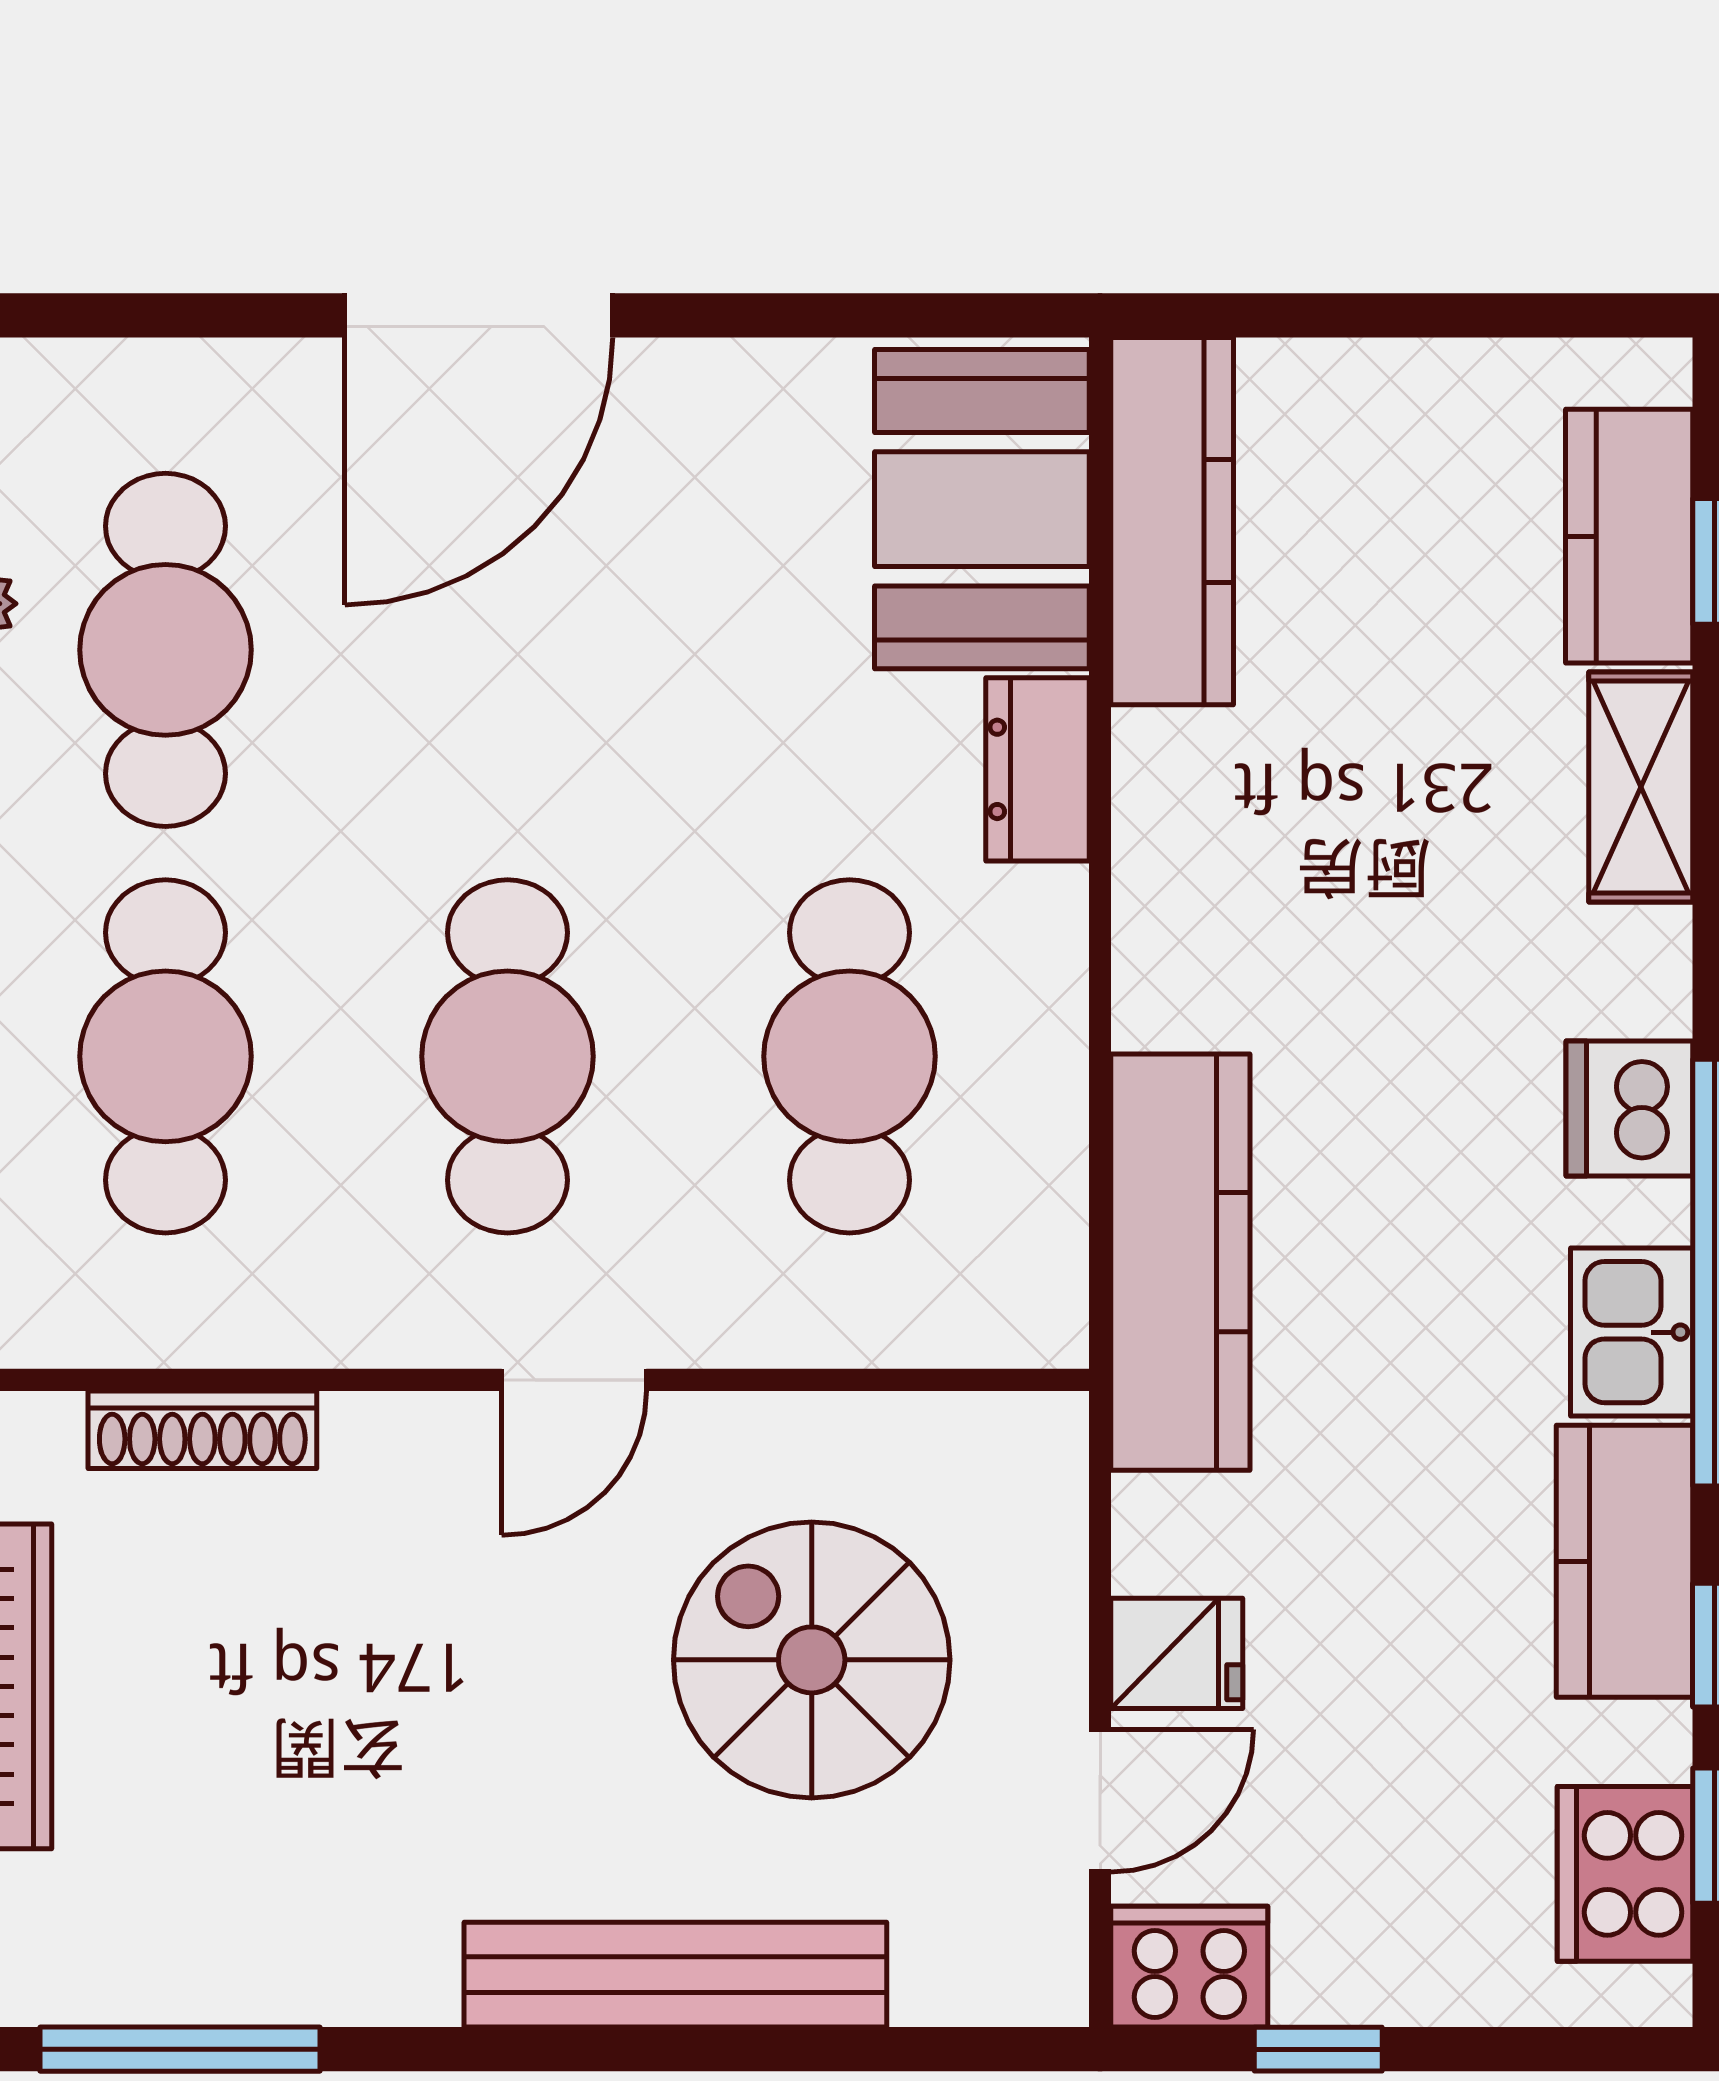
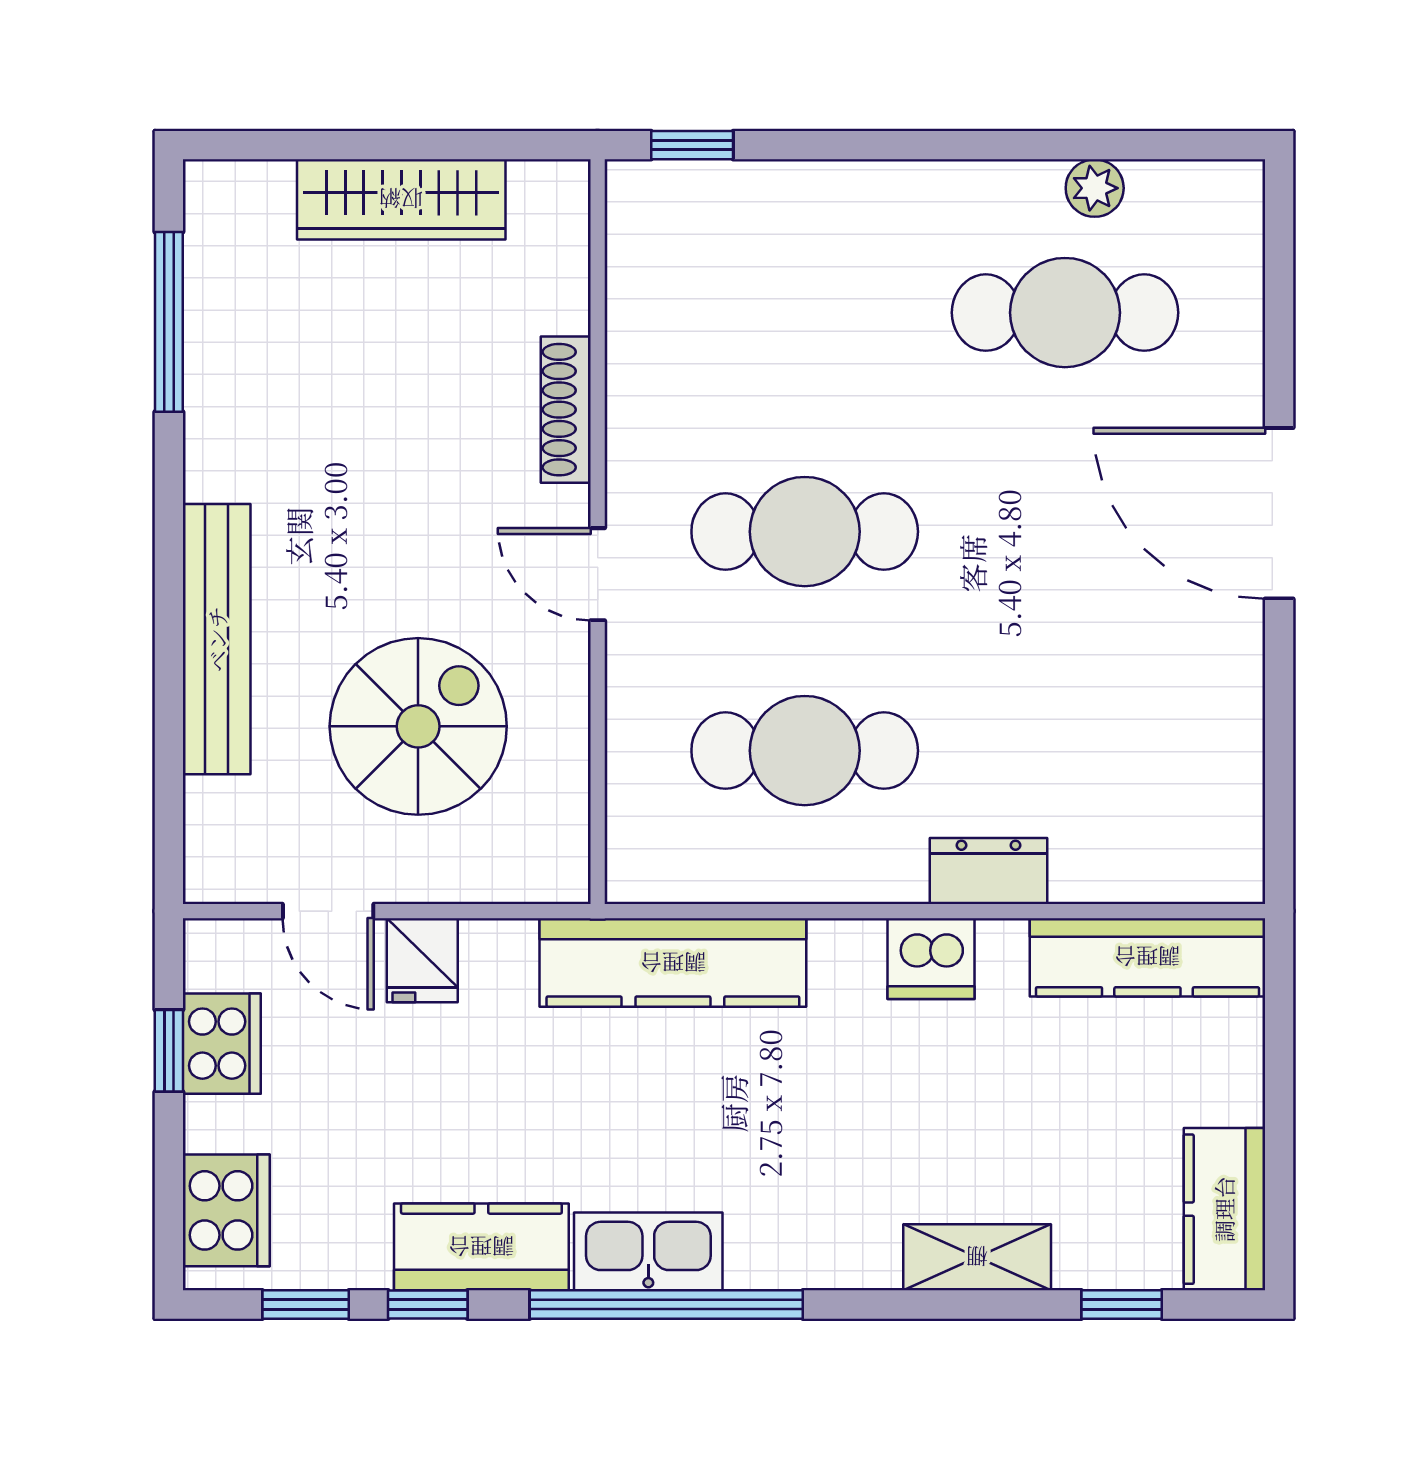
booth: (982, 509) -> (1155, 835), removed
kitchen counter: (1629, 536) -> (1224, 1209), moved, turned -90
cafe table: (165, 1056) -> (805, 313), removed
dishwasher: (1629, 1108) -> (931, 959), moved, turned 180
kitchen sink: (1632, 1332) -> (648, 1251), width x1.38
shoe rack: (202, 1430) -> (566, 410), moved
cooker: (1625, 1874) -> (226, 1210), moved, turned 90
cooker: (1189, 1967) -> (222, 1044), moved

